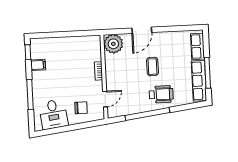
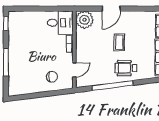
filing cabinet: (38, 65) -> (15, 36), removed
wheelchair: (161, 94) -> (126, 68), turned 180
desk: (53, 114) -> (60, 23), moved, turned -83

